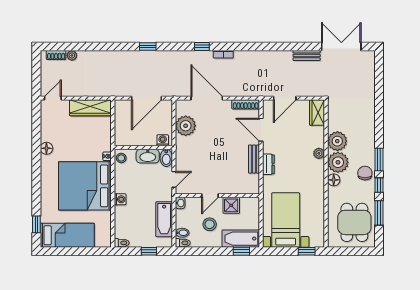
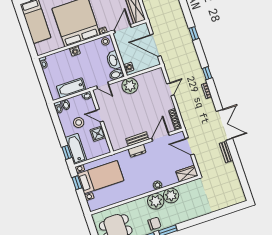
double door: (341, 46) -> (224, 125), moved
door: (207, 98) -> (170, 89), width x0.53
plant: (186, 126) -> (130, 86), moved
door: (113, 132) -> (123, 29), added
floor lamp: (334, 180) -> (142, 202), removed
window: (149, 251) -> (44, 85), removed
window: (307, 251) -> (77, 183), moved

